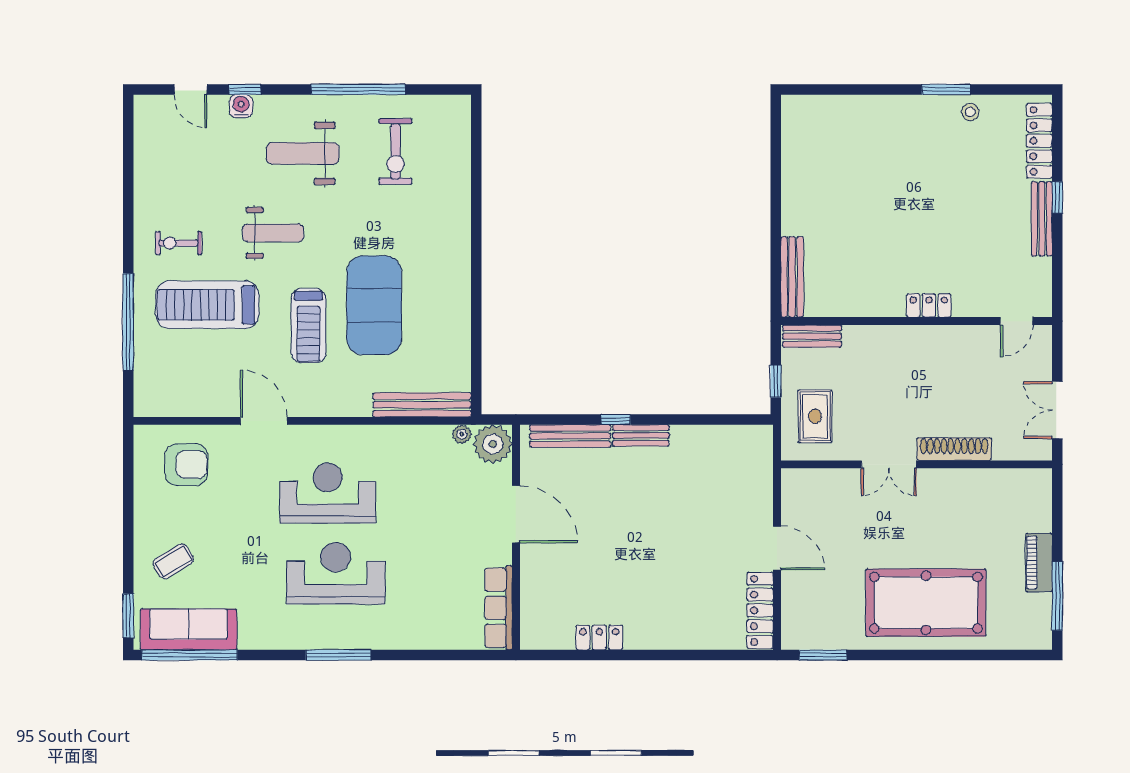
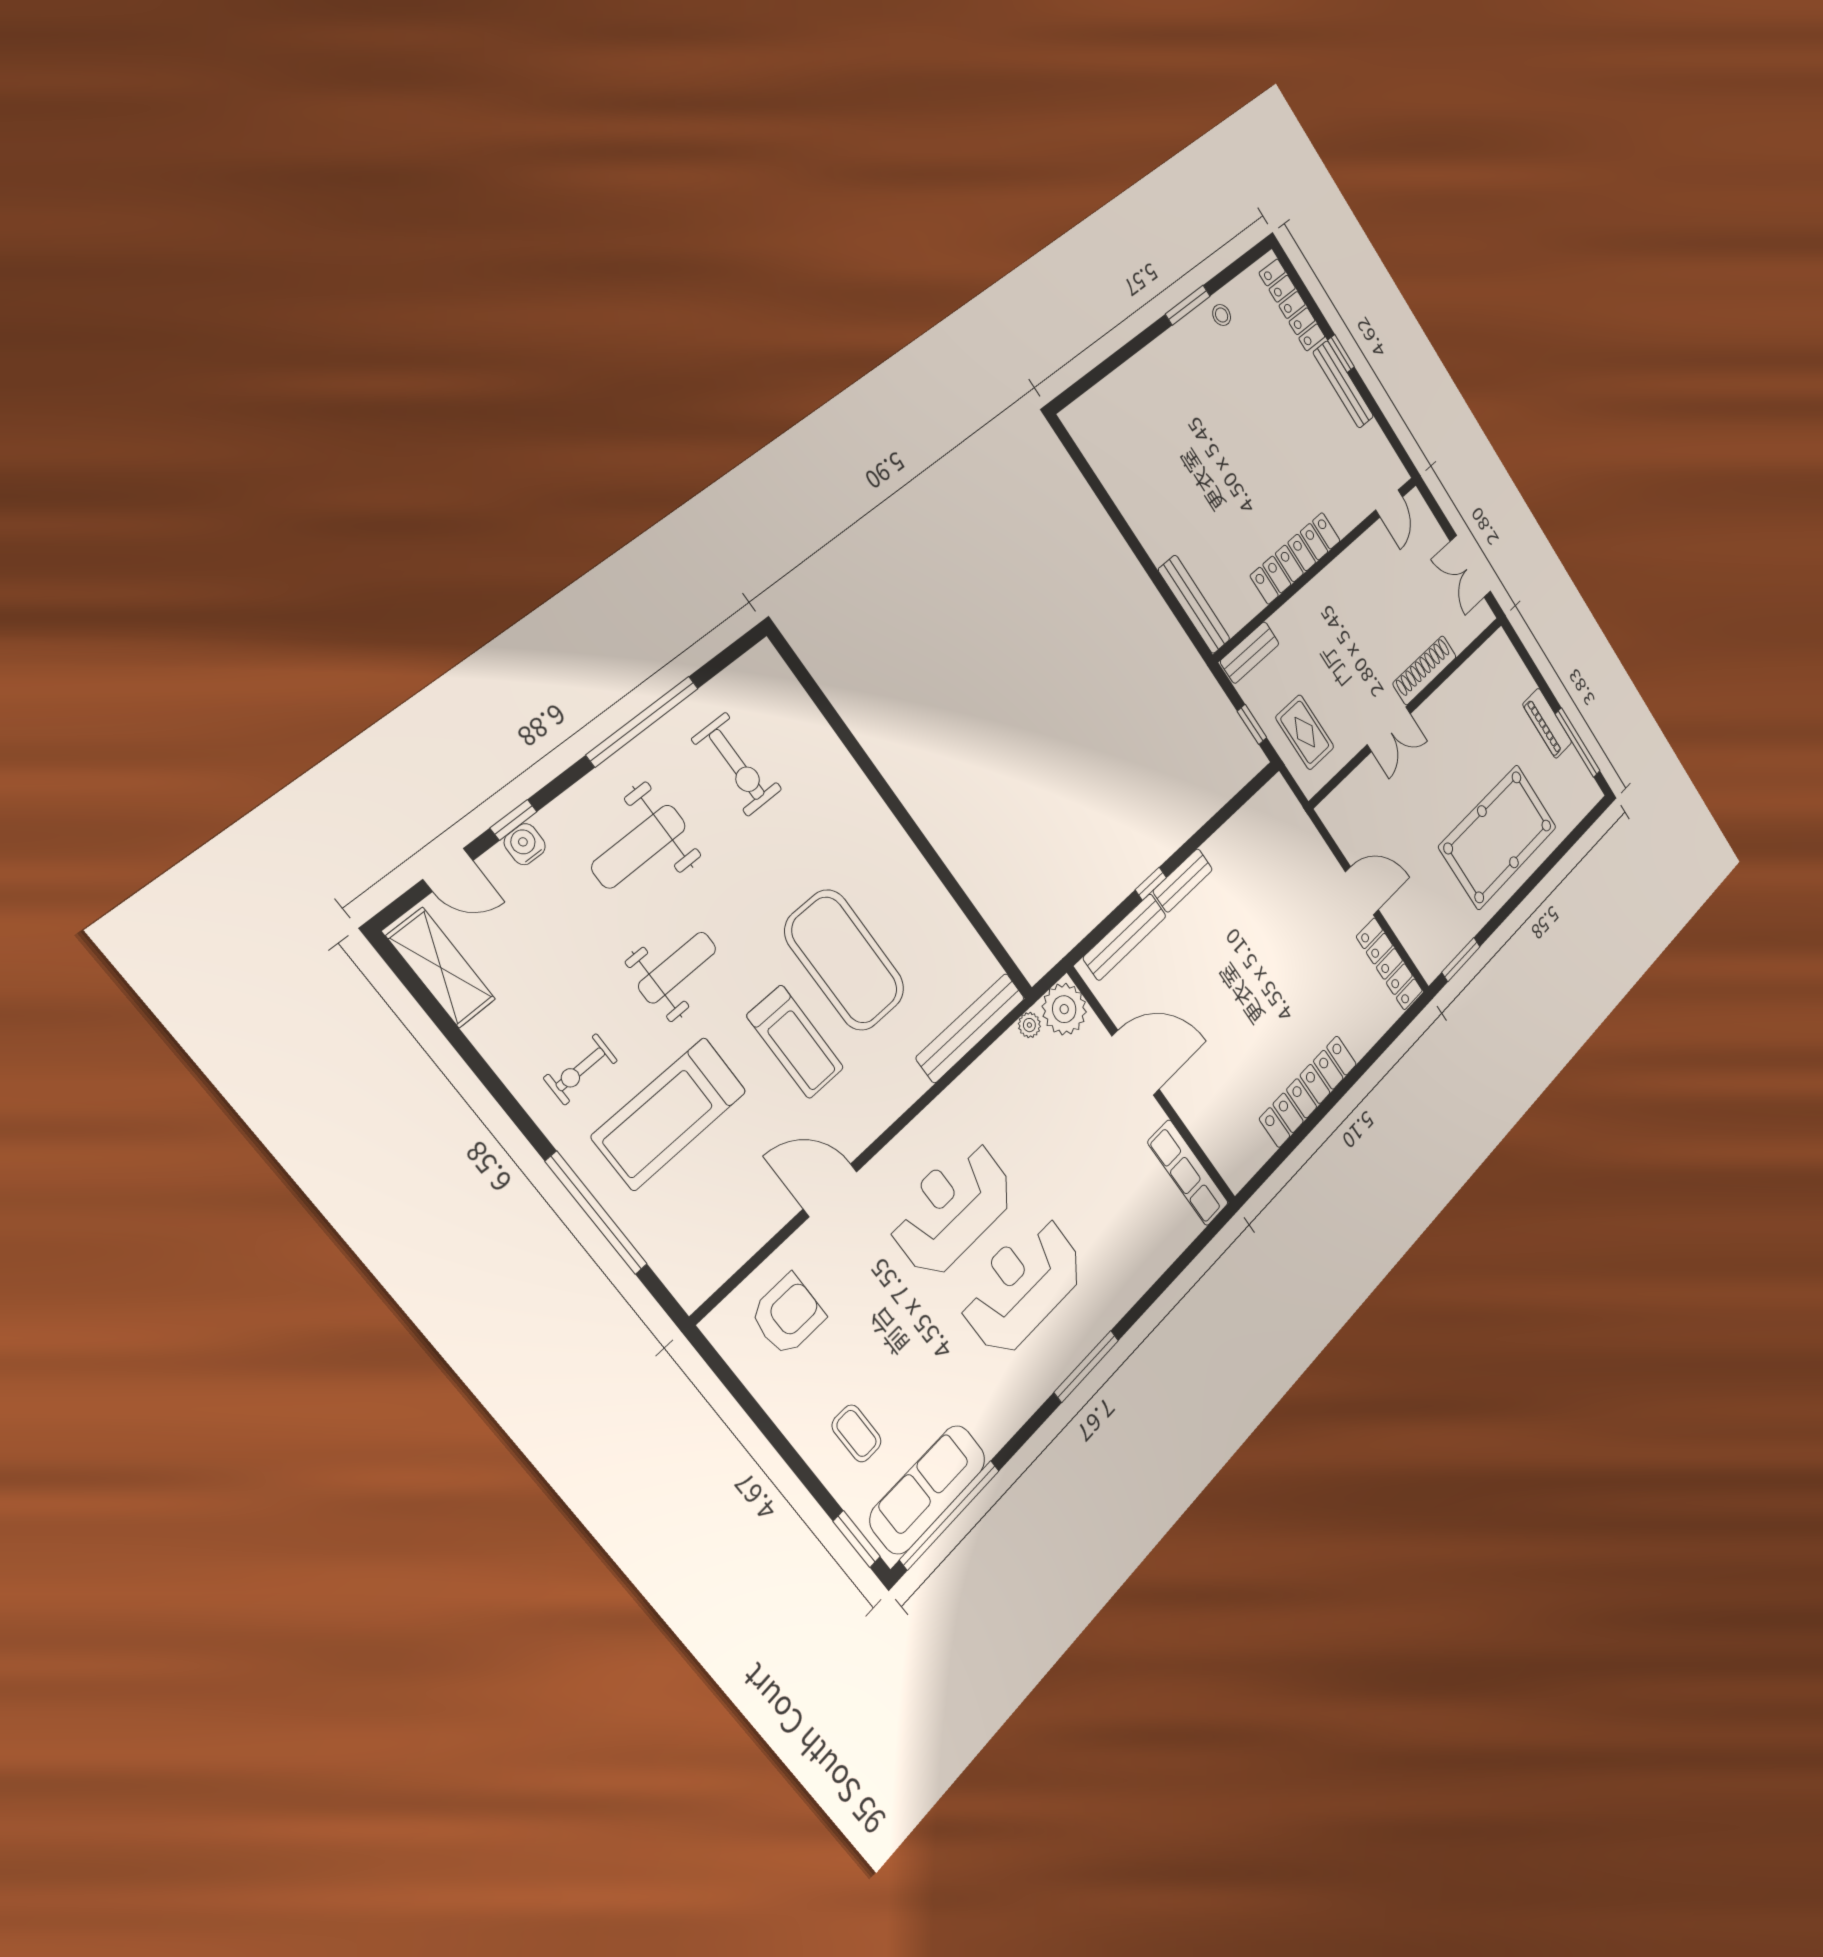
shelving: (148, 135) -> (441, 968), added
locker: (929, 305) -> (1296, 558), width x2.16, depth x1.21
coffee table: (173, 561) -> (857, 1433), turned -59
locker: (599, 637) -> (1308, 1091), width x2.16, depth x1.21

